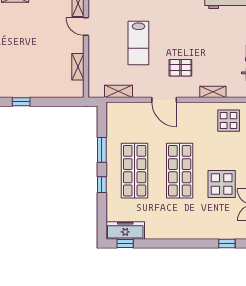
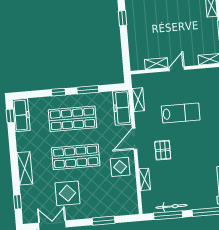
door: (86, 27) -> (177, 69), moved
lab bench: (138, 43) -> (181, 113), turned 180
freezer: (126, 111) -> (122, 108), added
display table: (229, 121) -> (120, 167), moved
shelving: (188, 232) -> (25, 168), added

